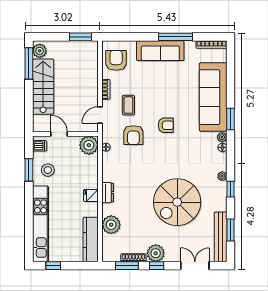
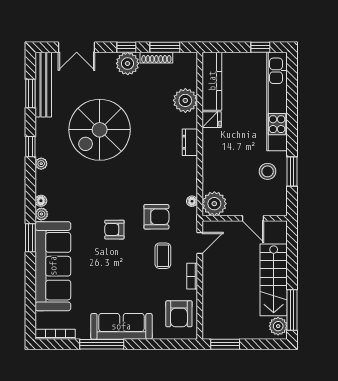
armchair: (133, 135) -> (156, 217), turned 90
dishwasher: (40, 146) -> (278, 203), removed
fridge: (91, 196) -> (212, 120), moved
spiral stairs: (177, 202) -> (100, 130), turned 180

